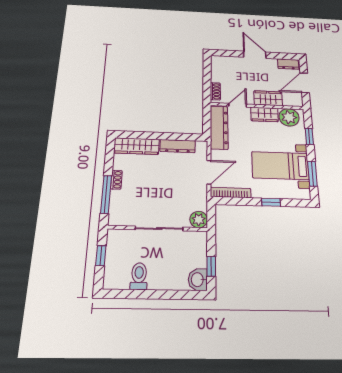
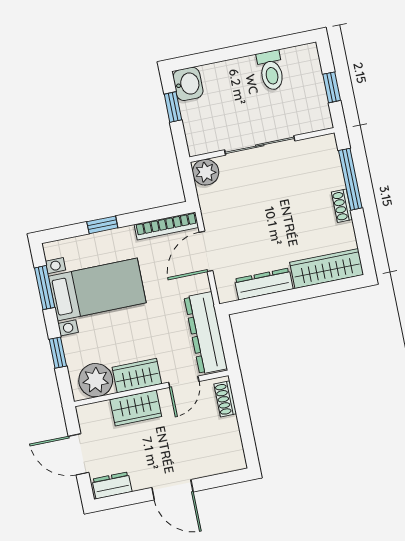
door: (305, 83) -> (79, 454), swing flipped

